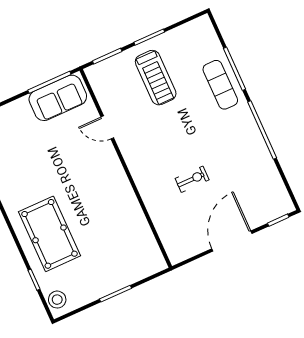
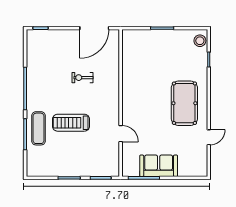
treadmill: (156, 78) -> (71, 123), moved, turned -90
sofa: (58, 98) -> (159, 166), moved
pool table: (50, 234) -> (184, 103), moved
door: (232, 241) -> (94, 28), moved

